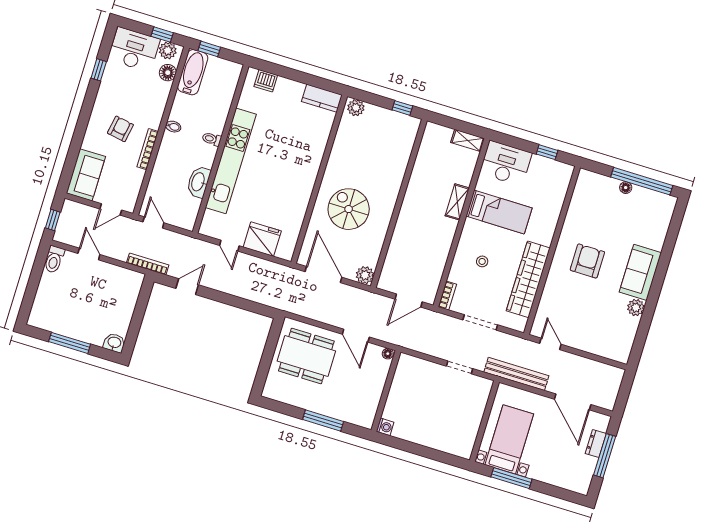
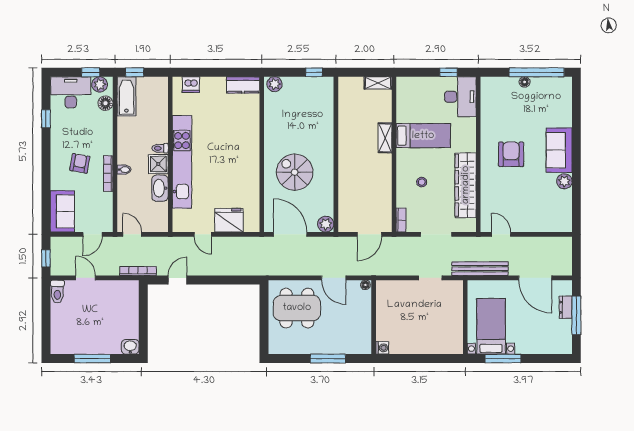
bidet: (173, 127) -> (124, 170), moved
shower: (205, 155) -> (158, 164), added
desk: (506, 163) -> (460, 97), moved, turned 90

